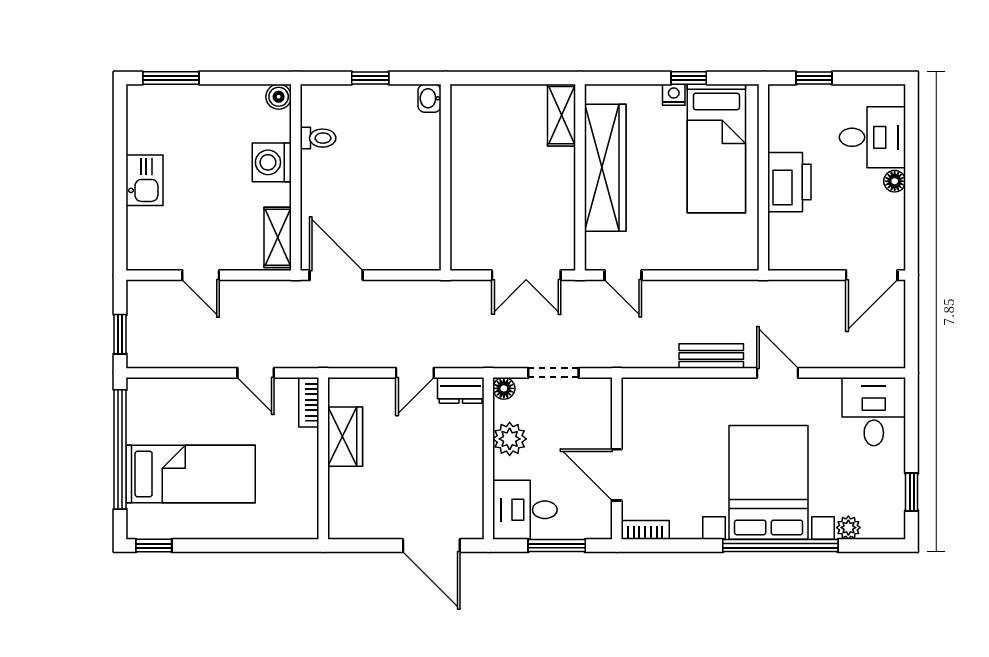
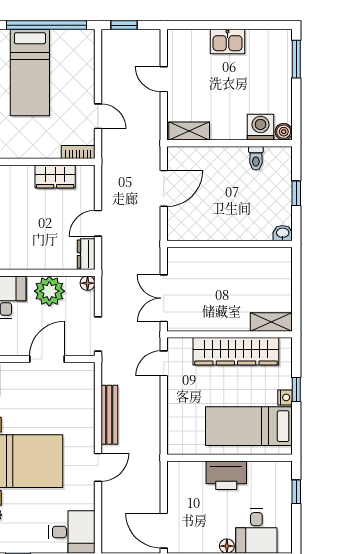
window: (689, 78) -> (296, 389), moved
washing machine: (272, 162) -> (261, 127), moved
door: (201, 275) -> (164, 79), hinge flipped
door: (336, 275) -> (164, 188), moved
bench: (711, 356) -> (109, 415), width x1.36
door: (256, 373) -> (98, 116), swing flipped
door: (415, 373) -> (98, 223), hinge flipped
doorway: (553, 373) -> (98, 334), moved
plant: (510, 439) -> (49, 291), width x1.36, depth x1.36
door: (617, 475) -> (47, 359), moved

